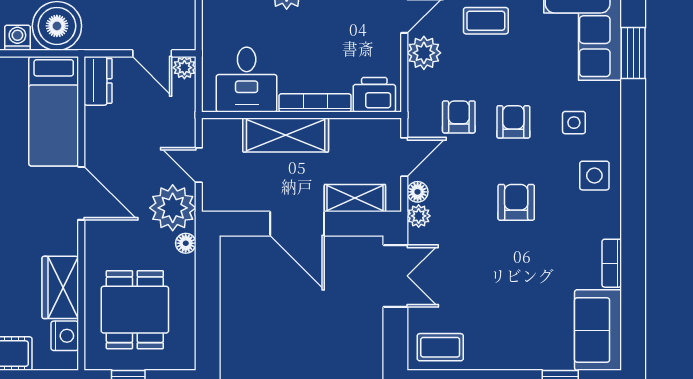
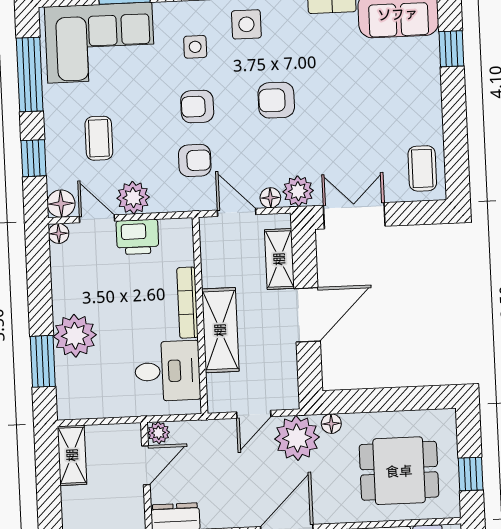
printer: (374, 95) -> (137, 237), moved, turned -90
armchair: (459, 117) -> (195, 160), turned 180
plant: (419, 216) -> (298, 191), width x1.38, depth x1.38

